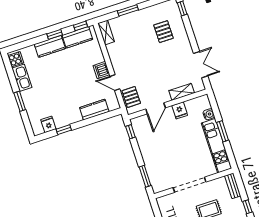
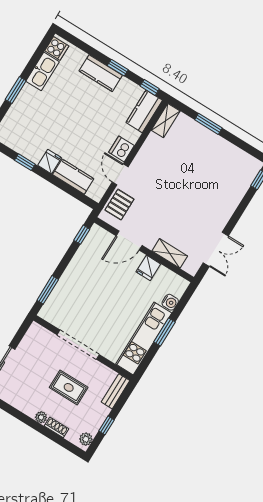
pallet: (163, 32) -> (218, 181), removed
kitchen counter: (77, 37) -> (144, 111), moved, turned 90
fridge: (48, 124) -> (50, 162), moved

